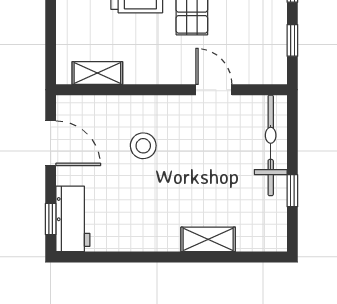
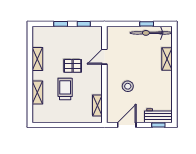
bicycle: (271, 145) -> (151, 33), moved

